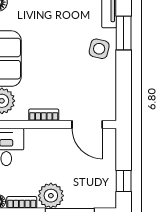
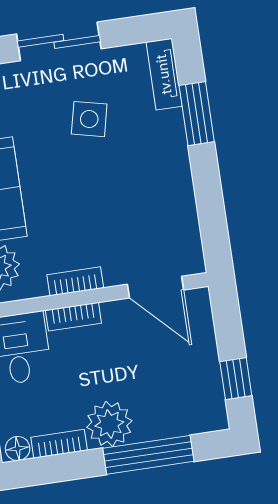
side table: (99, 49) -> (89, 119), moved
bookcase: (40, 134) -> (73, 317), added

